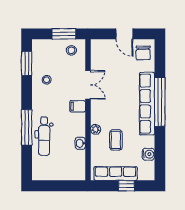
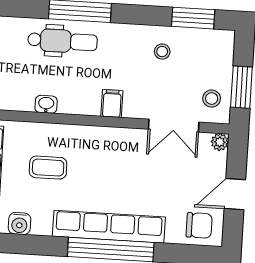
chair: (143, 53) -> (199, 225), turned 180
double door: (88, 85) -> (174, 126), moved
plant: (96, 129) -> (220, 142), moved
dental chair: (44, 136) -> (63, 41), turned 180

